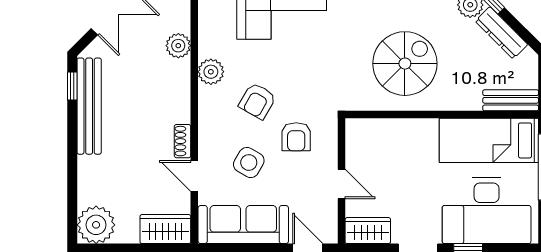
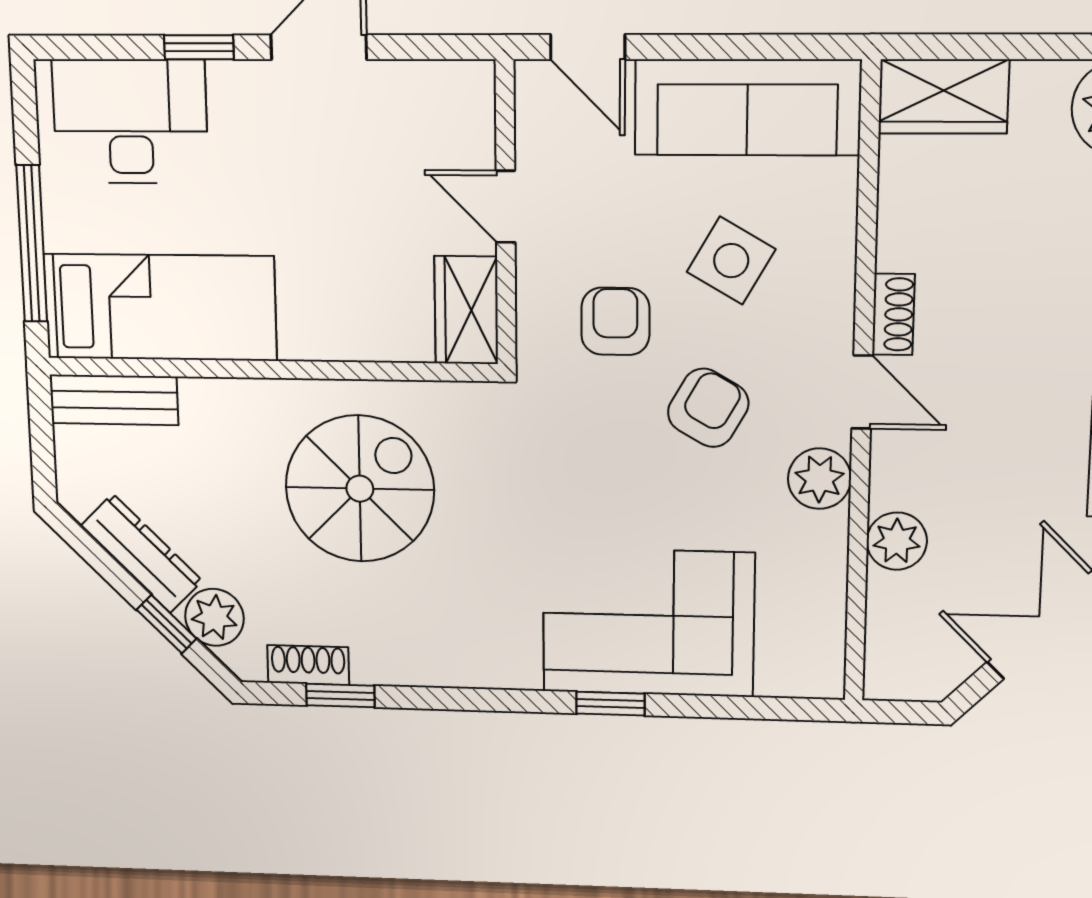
spiral stairs: (405, 64) -> (360, 489), turned 180
door: (194, 176) -> (862, 392), moved
desk: (487, 211) -> (130, 121), width x0.73, depth x0.77
wardrobe: (368, 231) -> (466, 310), moved, turned 90

